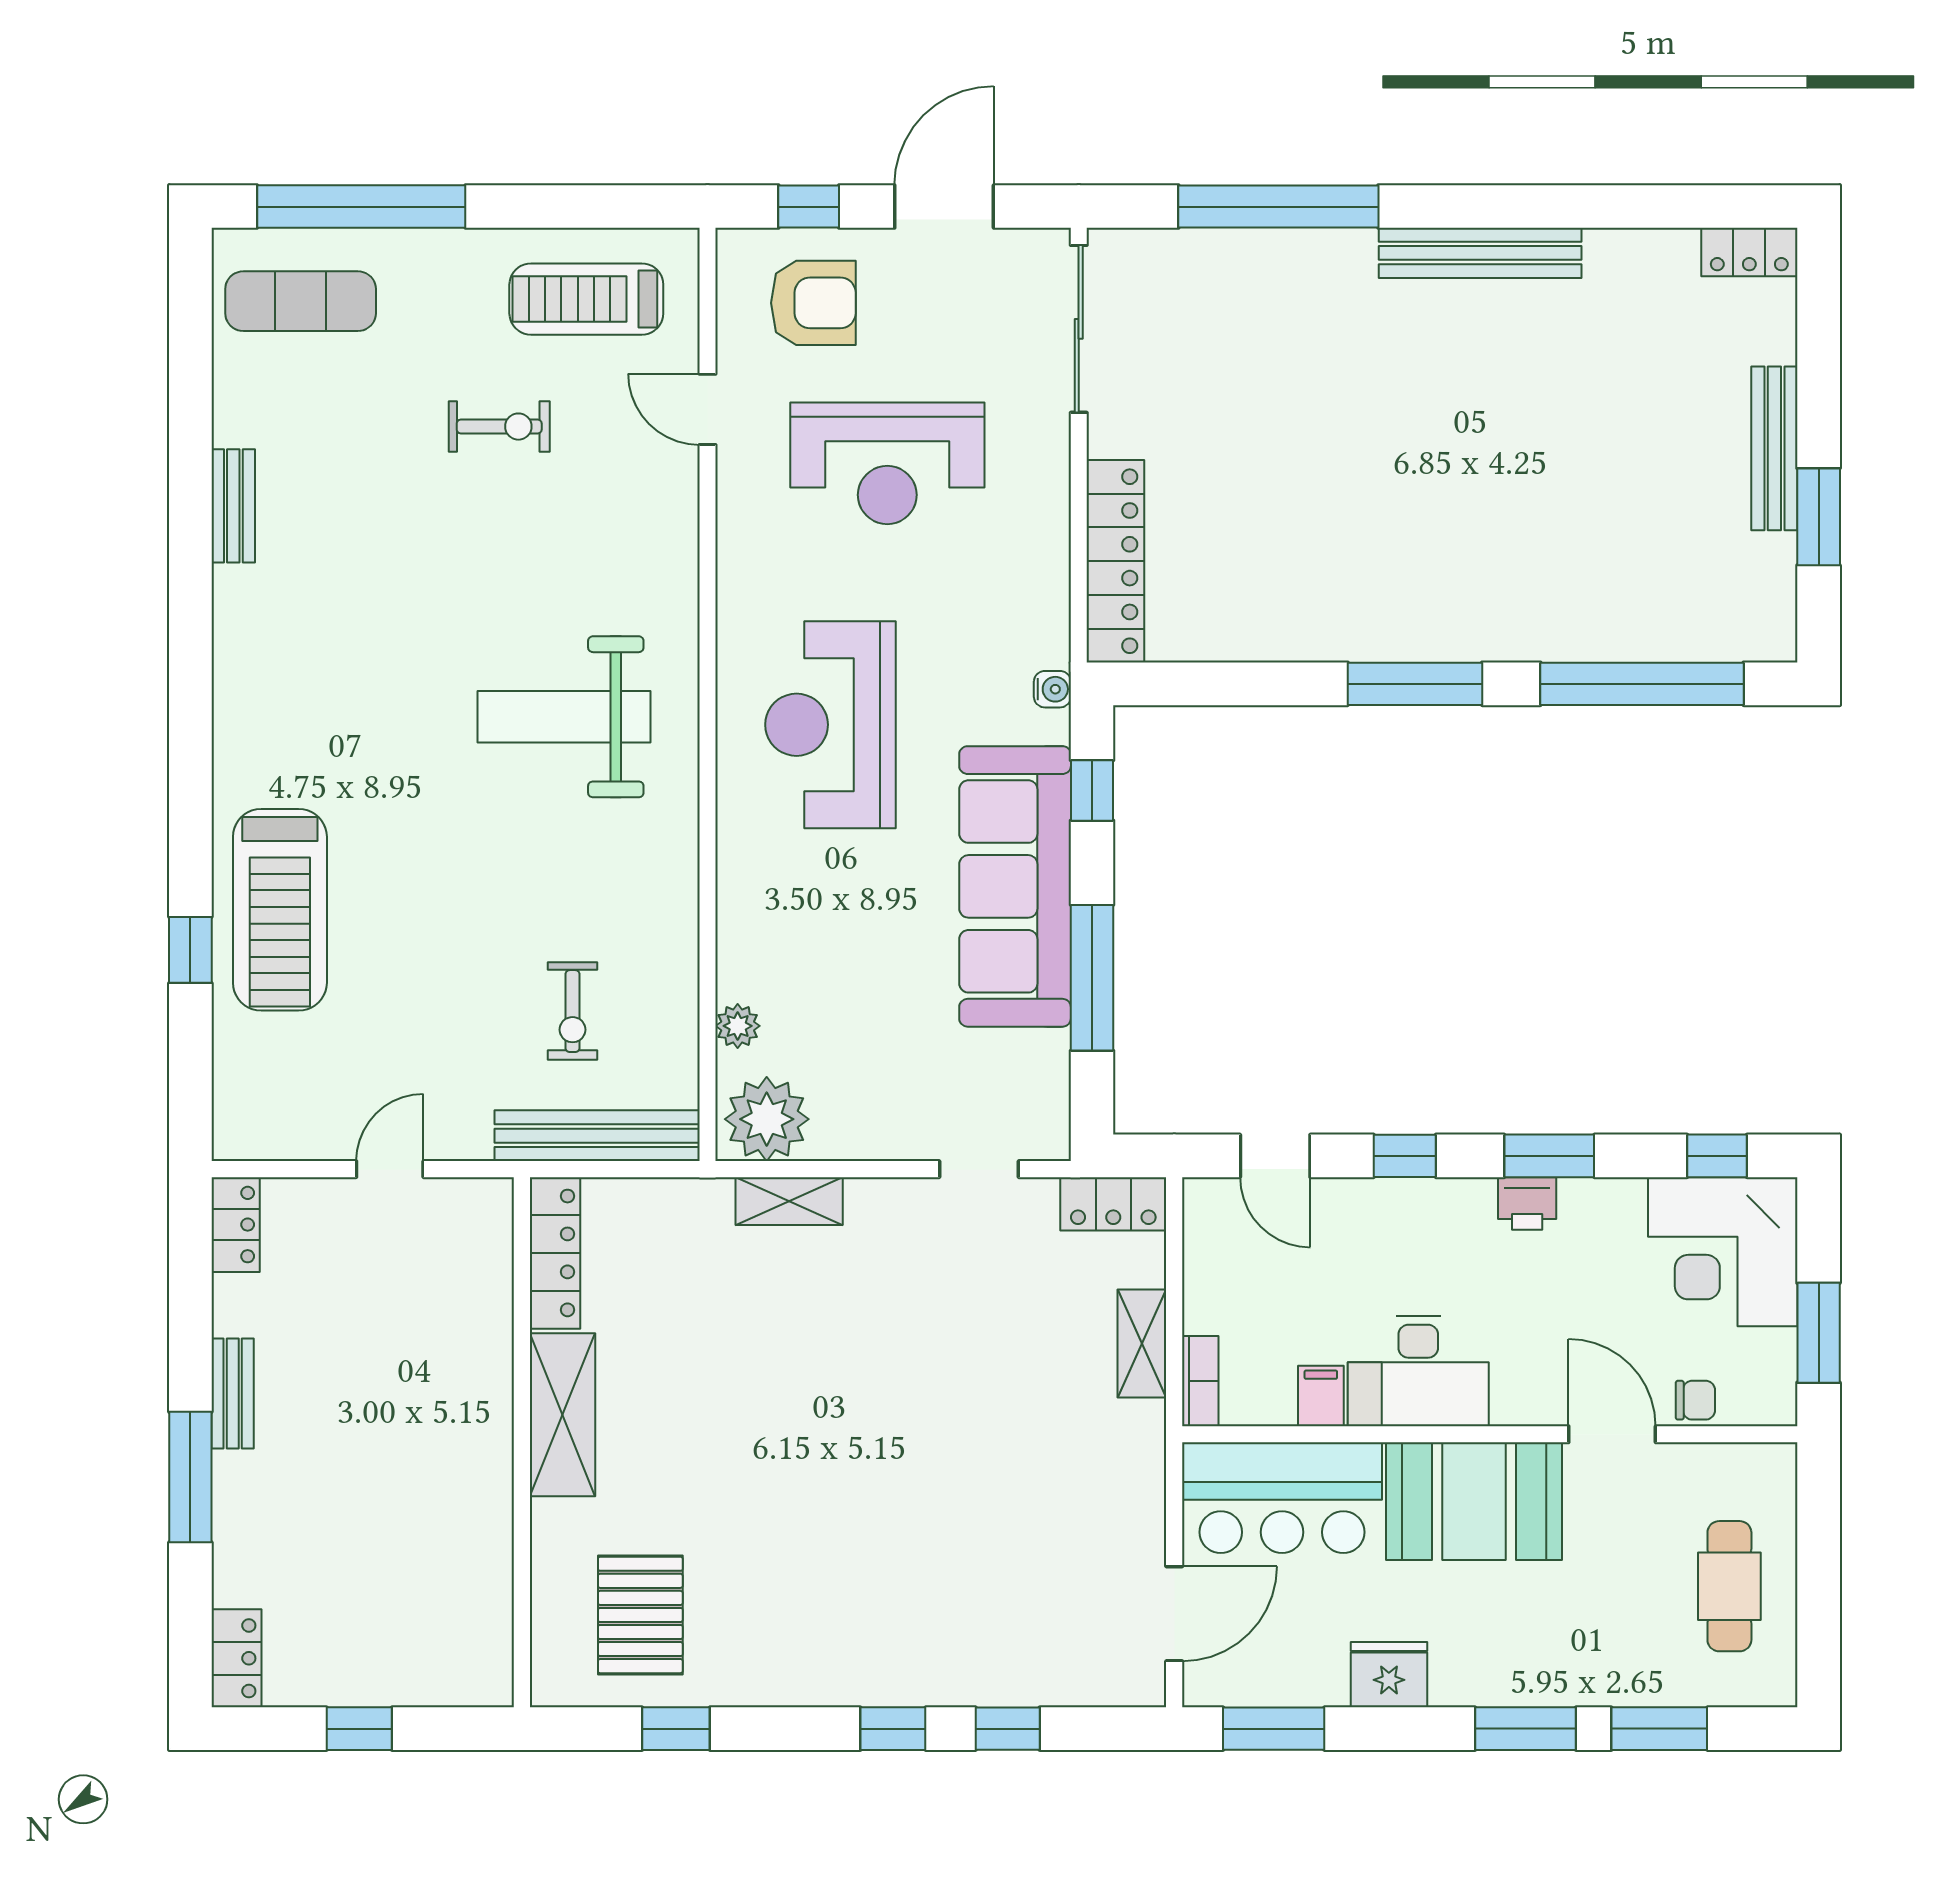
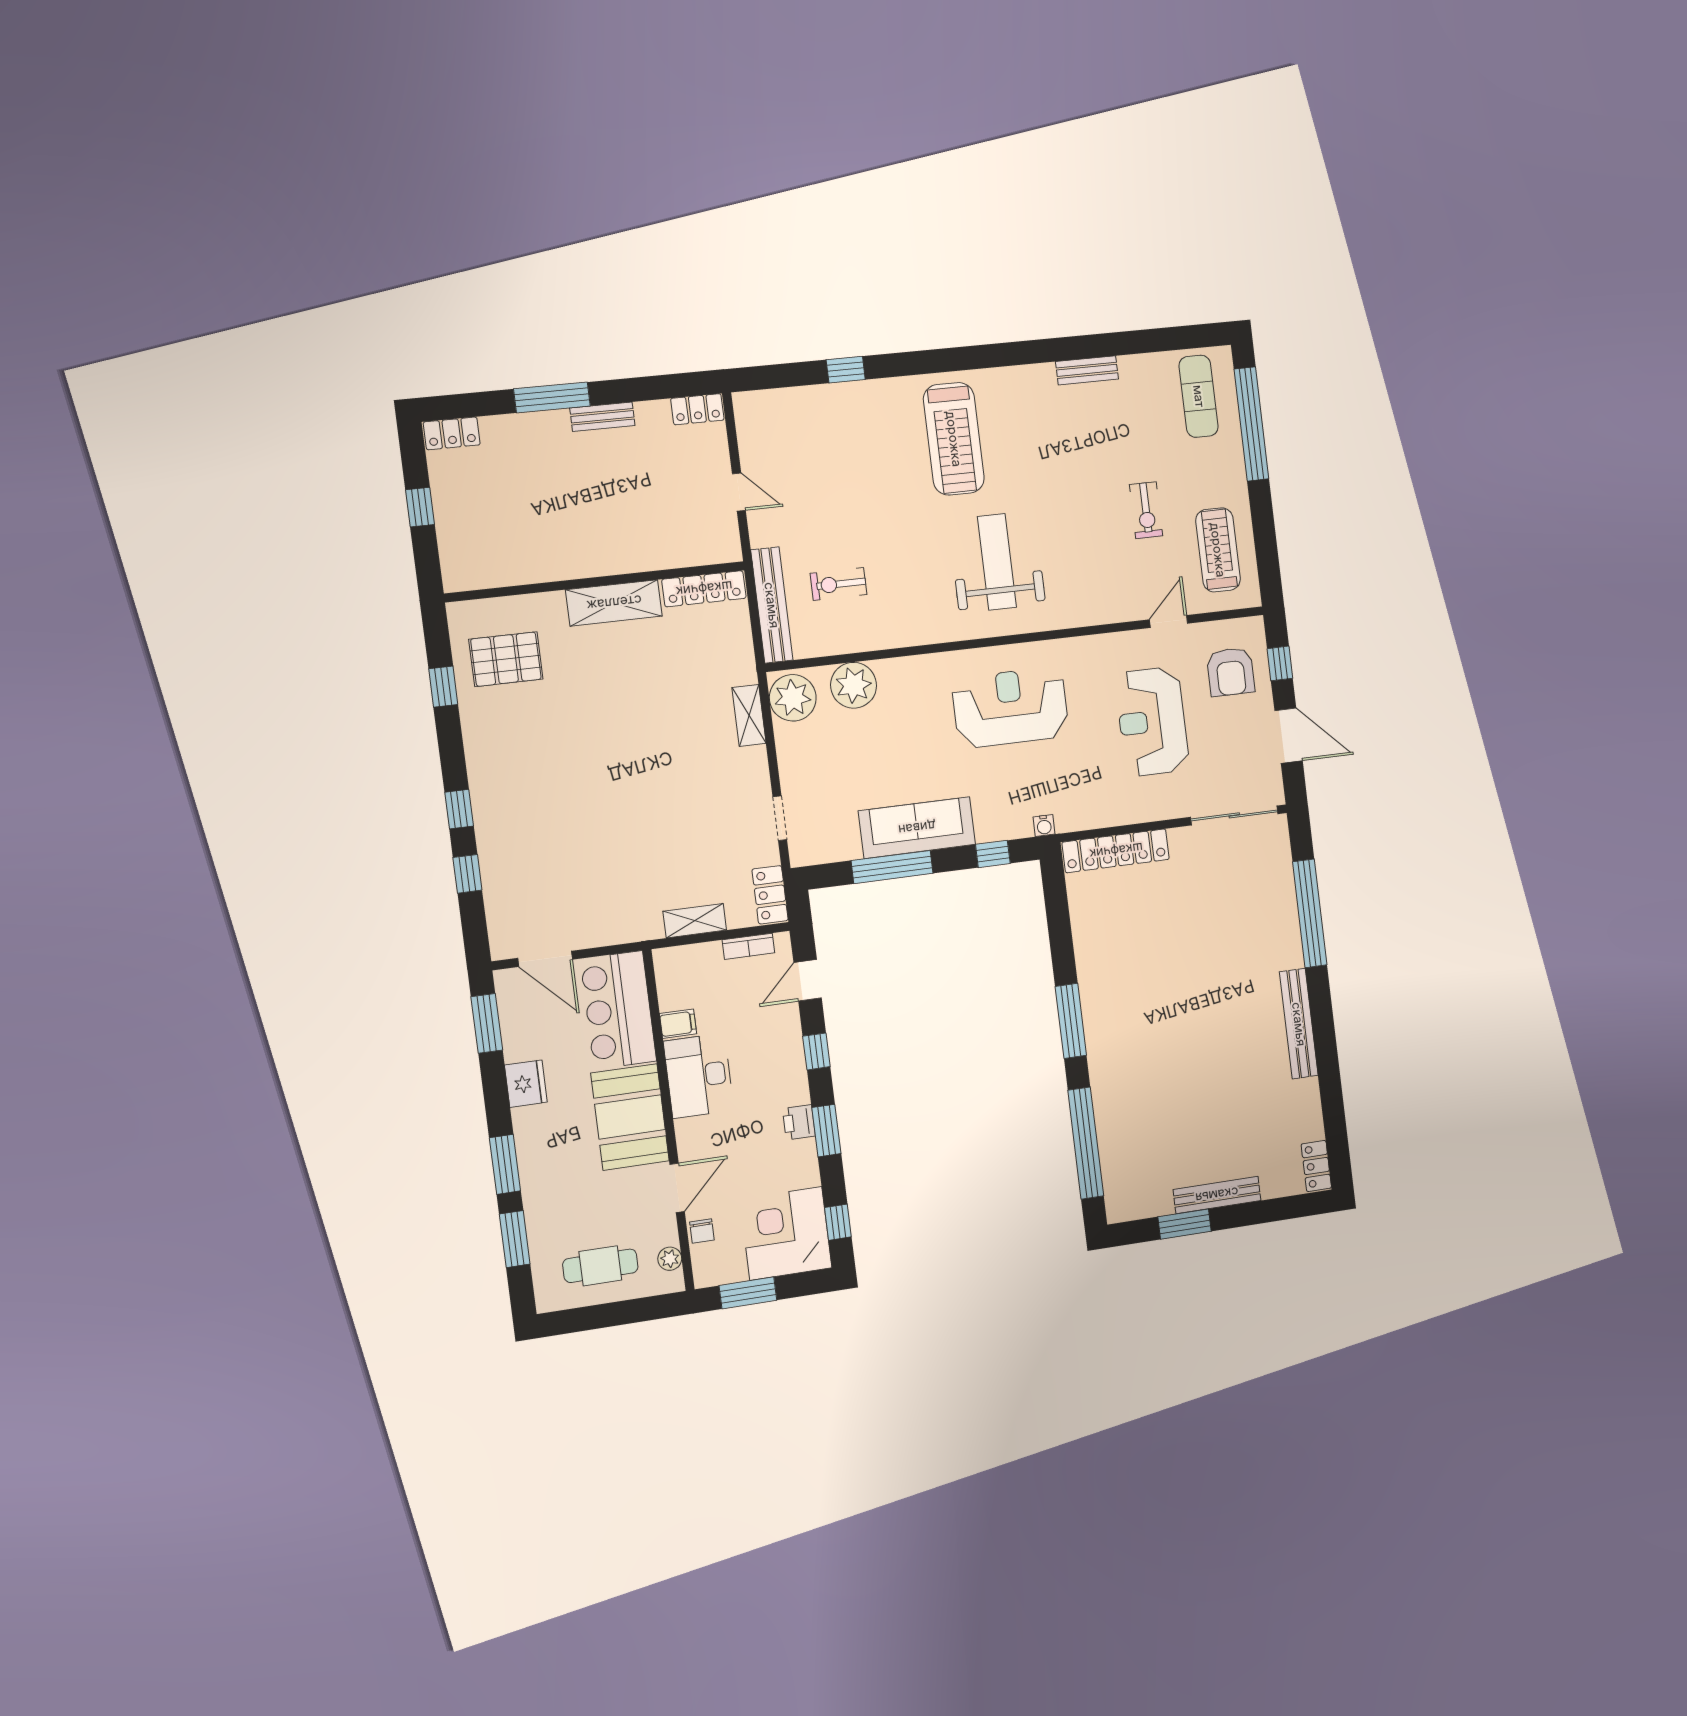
sofa: (1015, 886) -> (917, 828), width x0.74, depth x0.79
treadmill: (280, 910) -> (954, 439), moved, turned -90
plant: (738, 1026) -> (854, 685), width x1.87, depth x1.87
bookcase: (1200, 1381) -> (748, 946), moved
plant: (1736, 1463) -> (670, 1259), added

